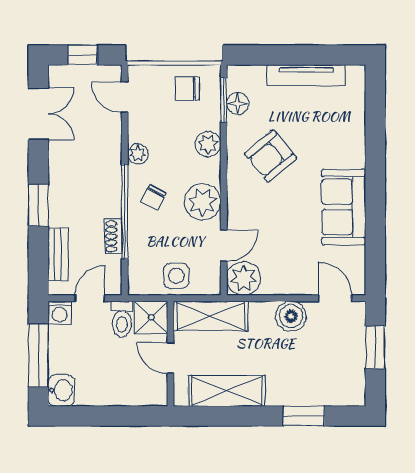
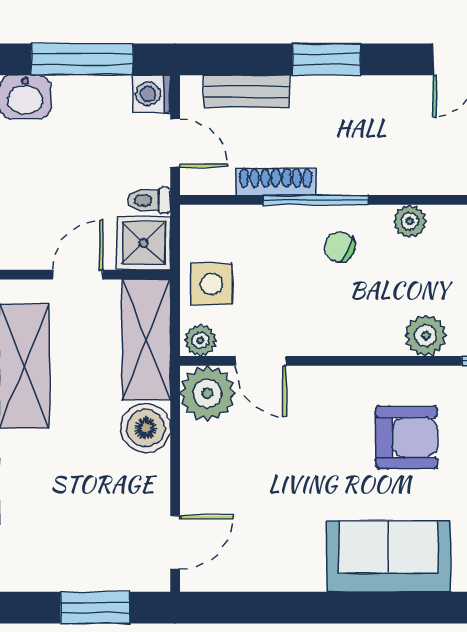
armchair: (271, 156) -> (406, 437), turned 130
plant: (202, 202) -> (200, 340), moved, width x0.53, depth x0.53
sofa: (344, 207) -> (389, 556), moved
window: (125, 212) -> (316, 200), width x0.68
shoe rack: (113, 236) -> (276, 182), width x1.43
boiler: (291, 316) -> (146, 428), moved
toilet: (122, 319) -> (149, 200), width x0.73, depth x0.72

